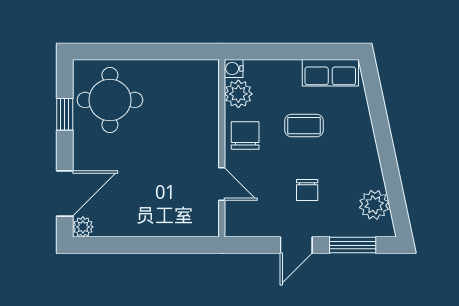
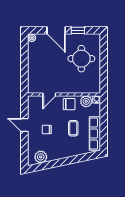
row of seats: (330, 73) -> (95, 133), width x1.48
round table: (110, 100) -> (81, 59), moved
door: (65, 193) -> (56, 30), moved
window: (353, 245) -> (24, 148), removed

